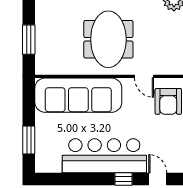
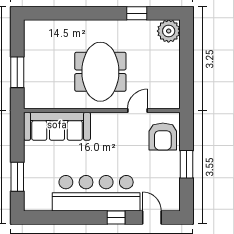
door: (144, 76) -> (137, 111), swing flipped
sofa: (78, 95) -> (57, 126), width x0.74, depth x0.79

